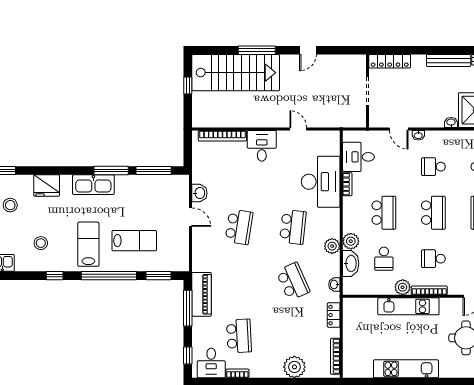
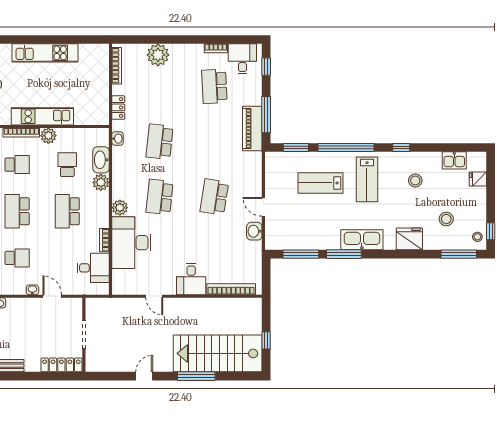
plant: (332, 246) -> (120, 208), moved
school desk: (293, 281) -> (160, 142), turned 30

